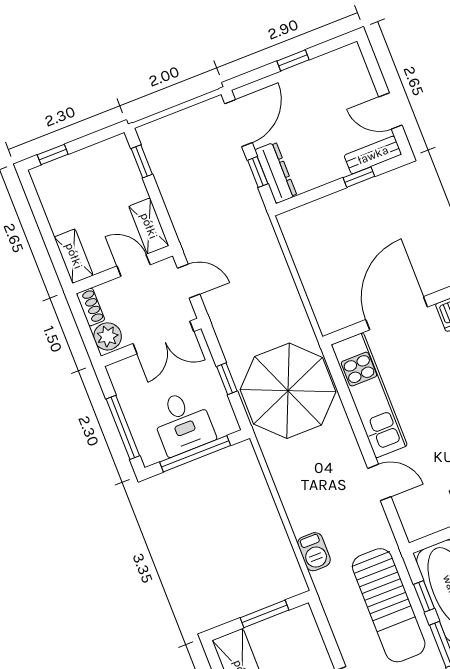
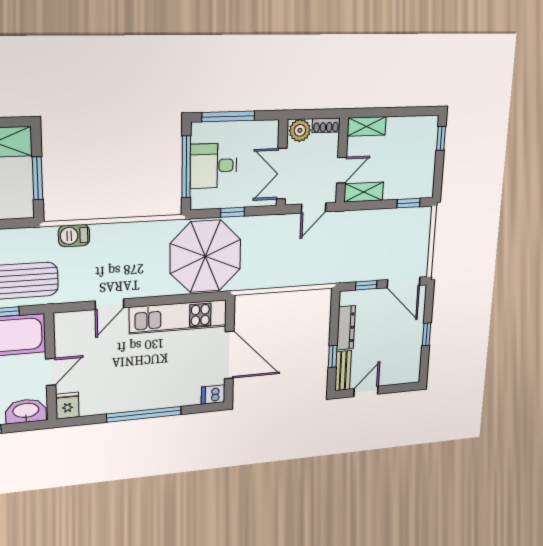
dresser: (276, 173) -> (346, 328), moved, turned -90

